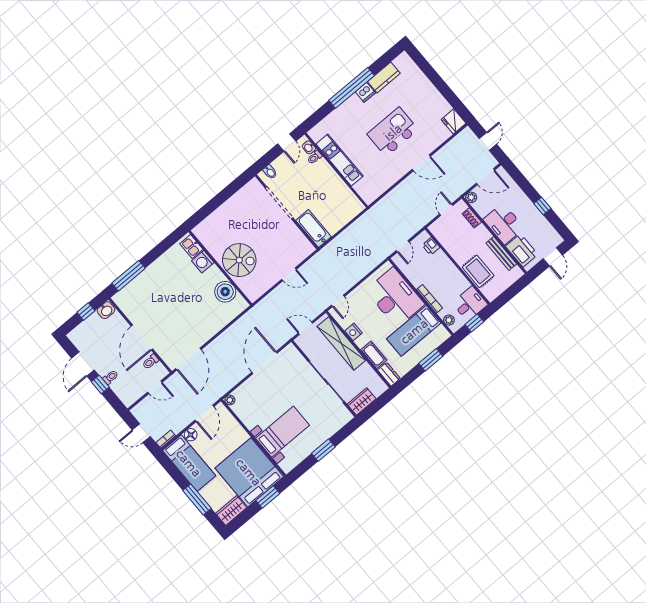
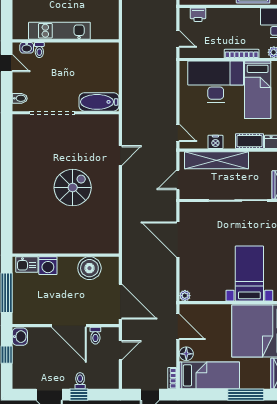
kitchen sink: (191, 246) -> (27, 264), moved
washing machine: (203, 262) -> (48, 266), moved
wall: (220, 268) -> (66, 255), moved
boiler: (225, 292) -> (89, 268), moved

